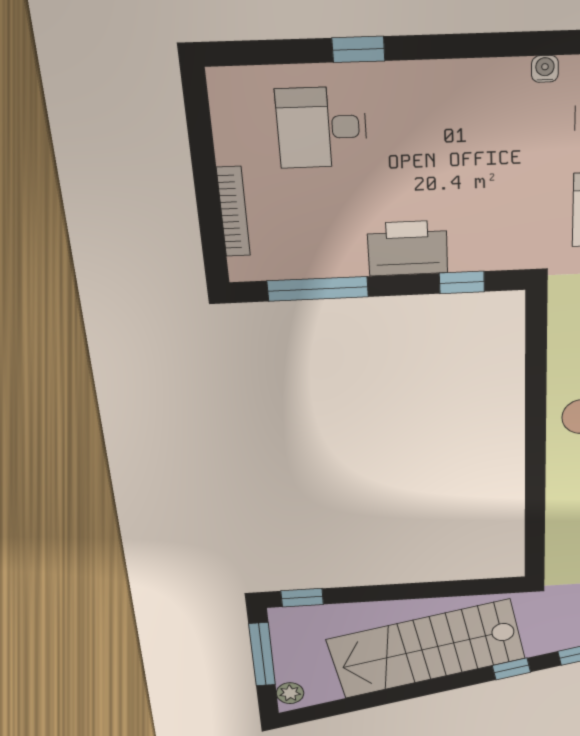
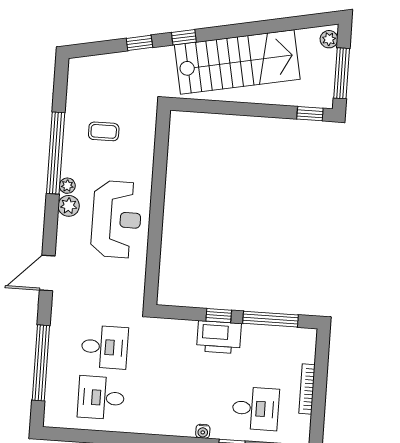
water cooler: (545, 69) -> (203, 431), moved
bookcase: (233, 212) -> (307, 389), moved
window: (462, 282) -> (219, 316), moved

